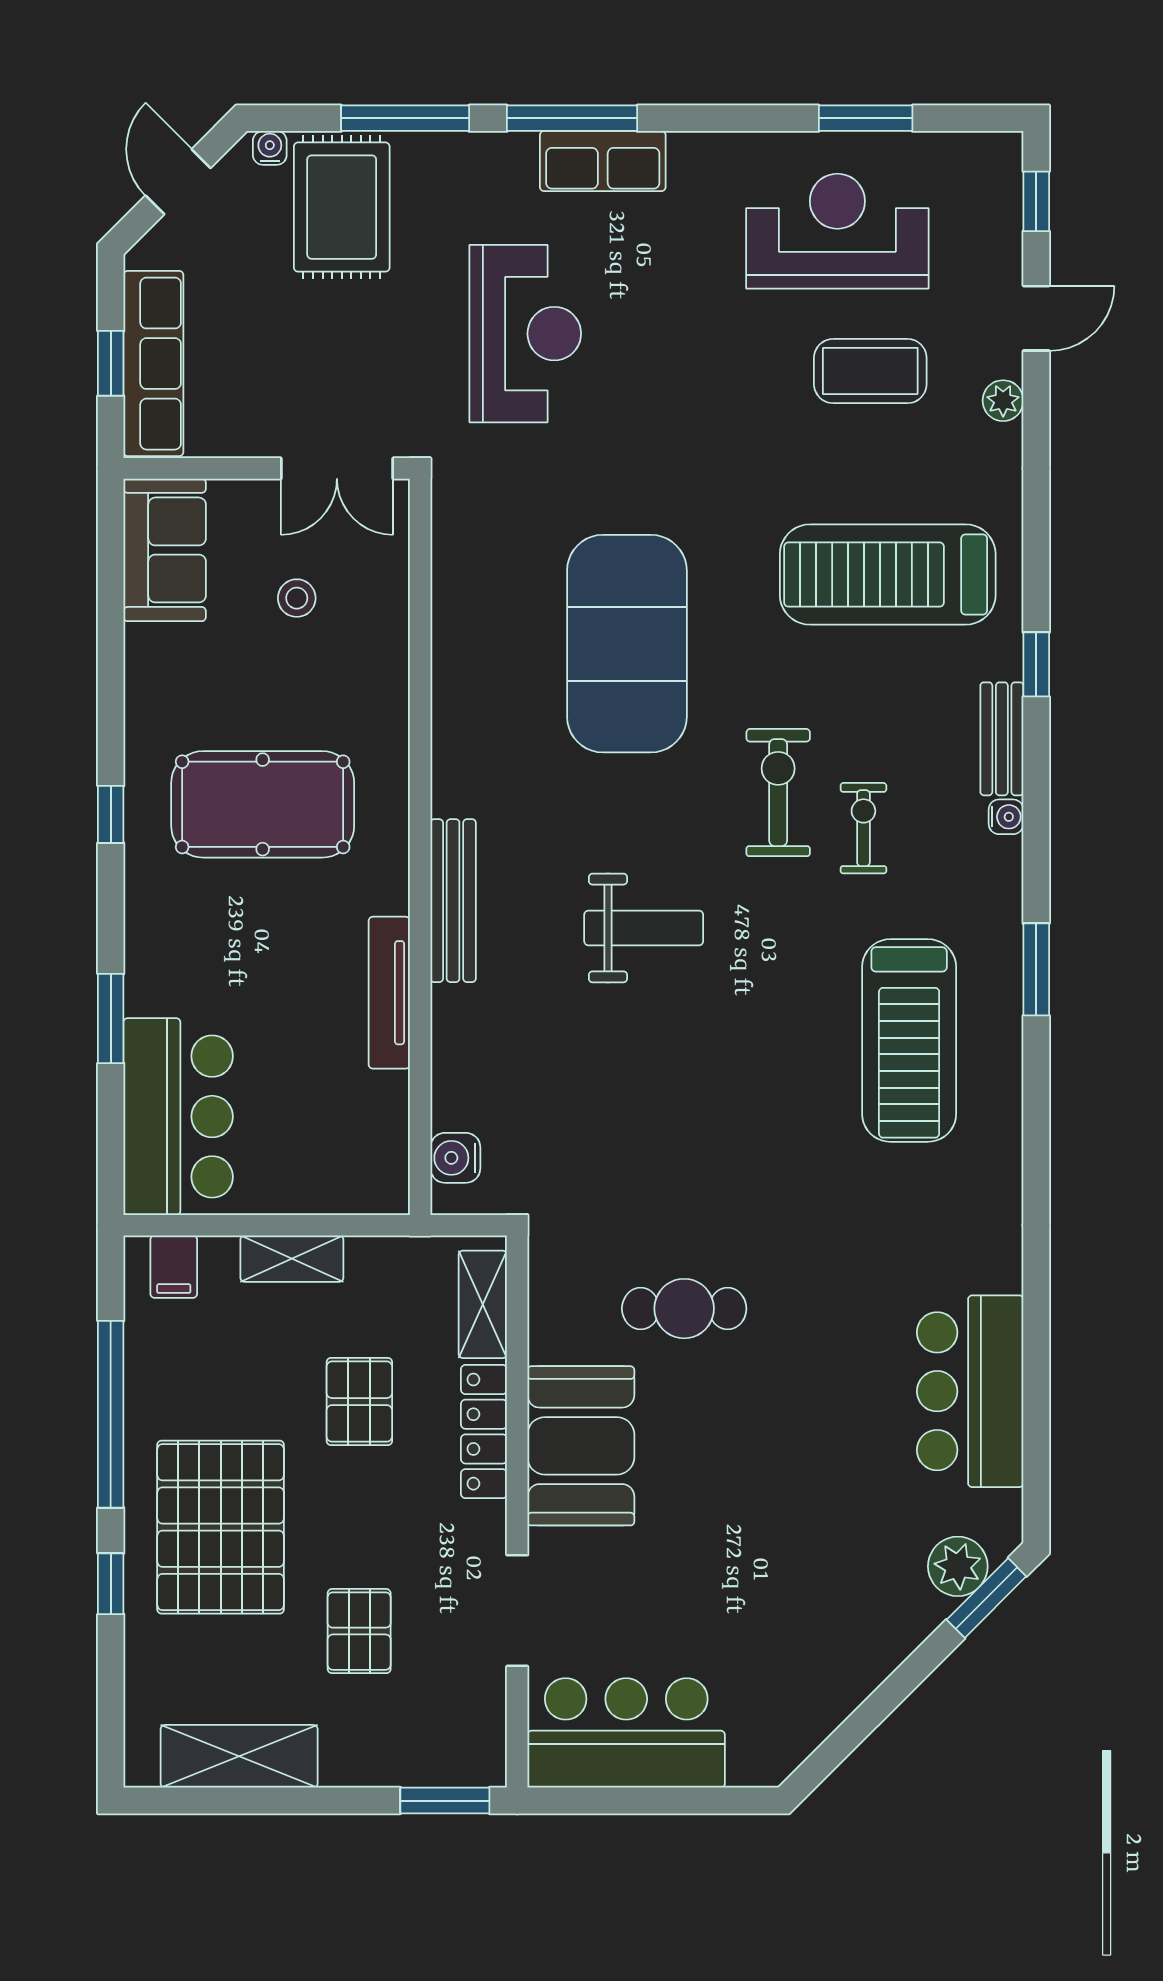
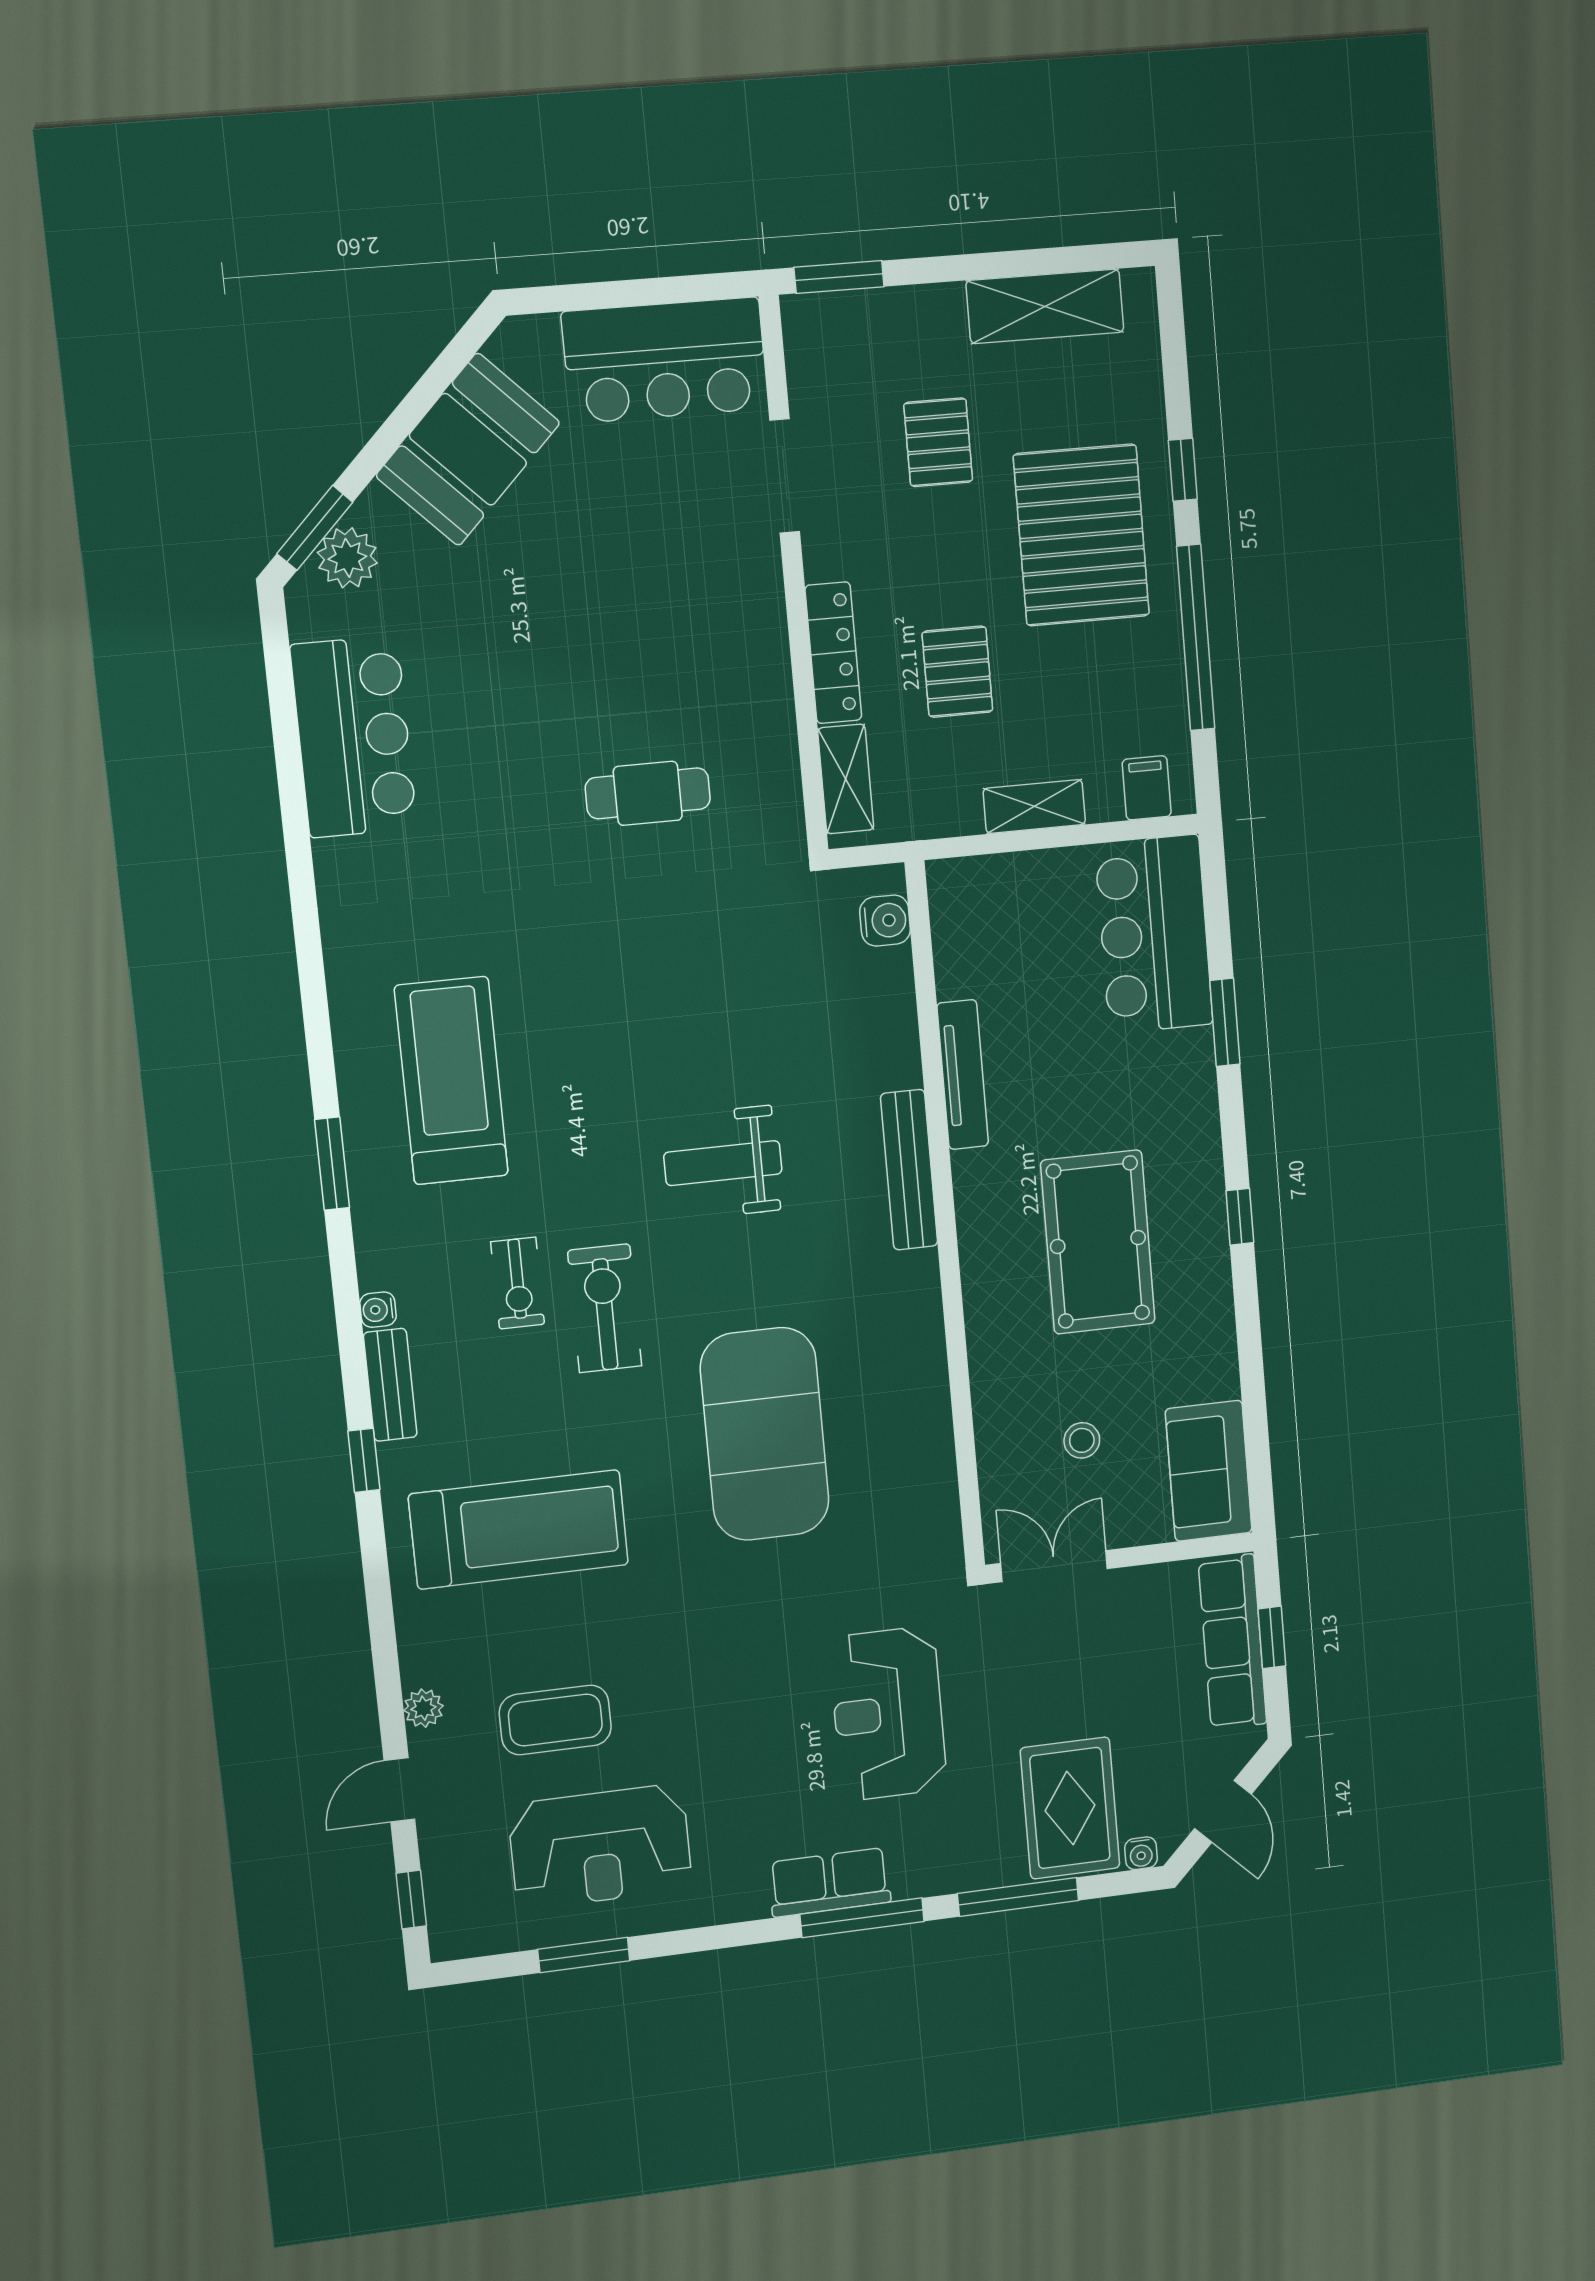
exercise bike: (778, 793) -> (605, 1308), turned 180
pool table: (263, 804) -> (1098, 1242), turned 90
booth: (581, 1446) -> (468, 449), moved, turned 45

